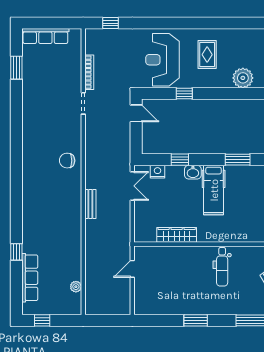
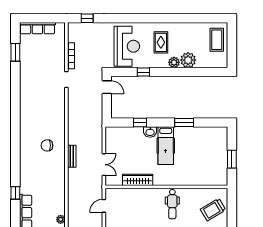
reception desk: (163, 60) -> (127, 46), turned 180
plant: (224, 81) -> (174, 62), added
chair: (67, 161) -> (47, 145), moved
nightstand: (157, 172) -> (123, 132), removed
double door: (132, 186) -> (104, 165), moved

